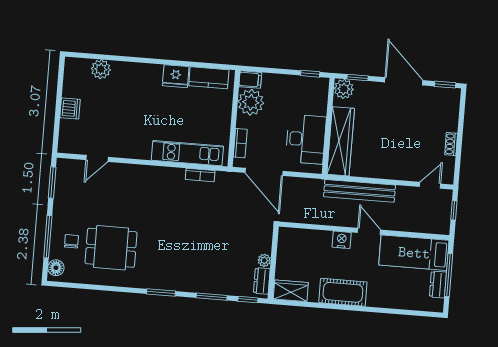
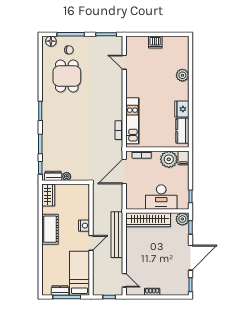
plant: (101, 69) -> (182, 75), moved
desk: (306, 139) -> (161, 197), moved

